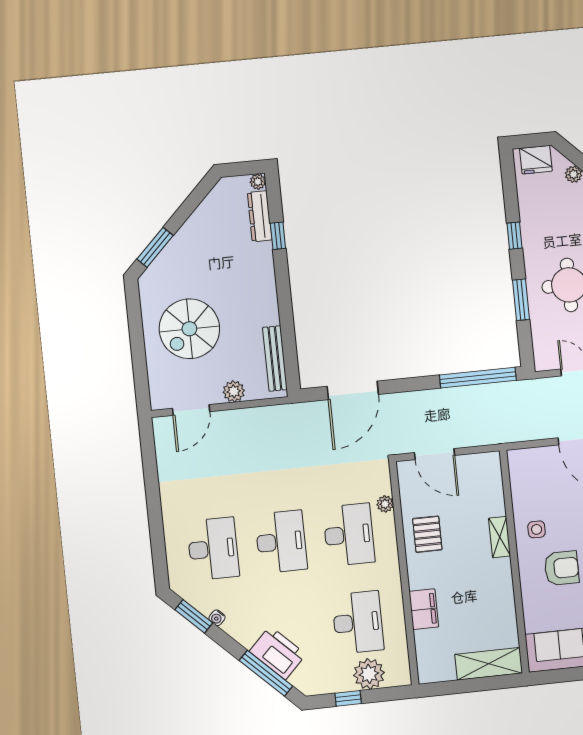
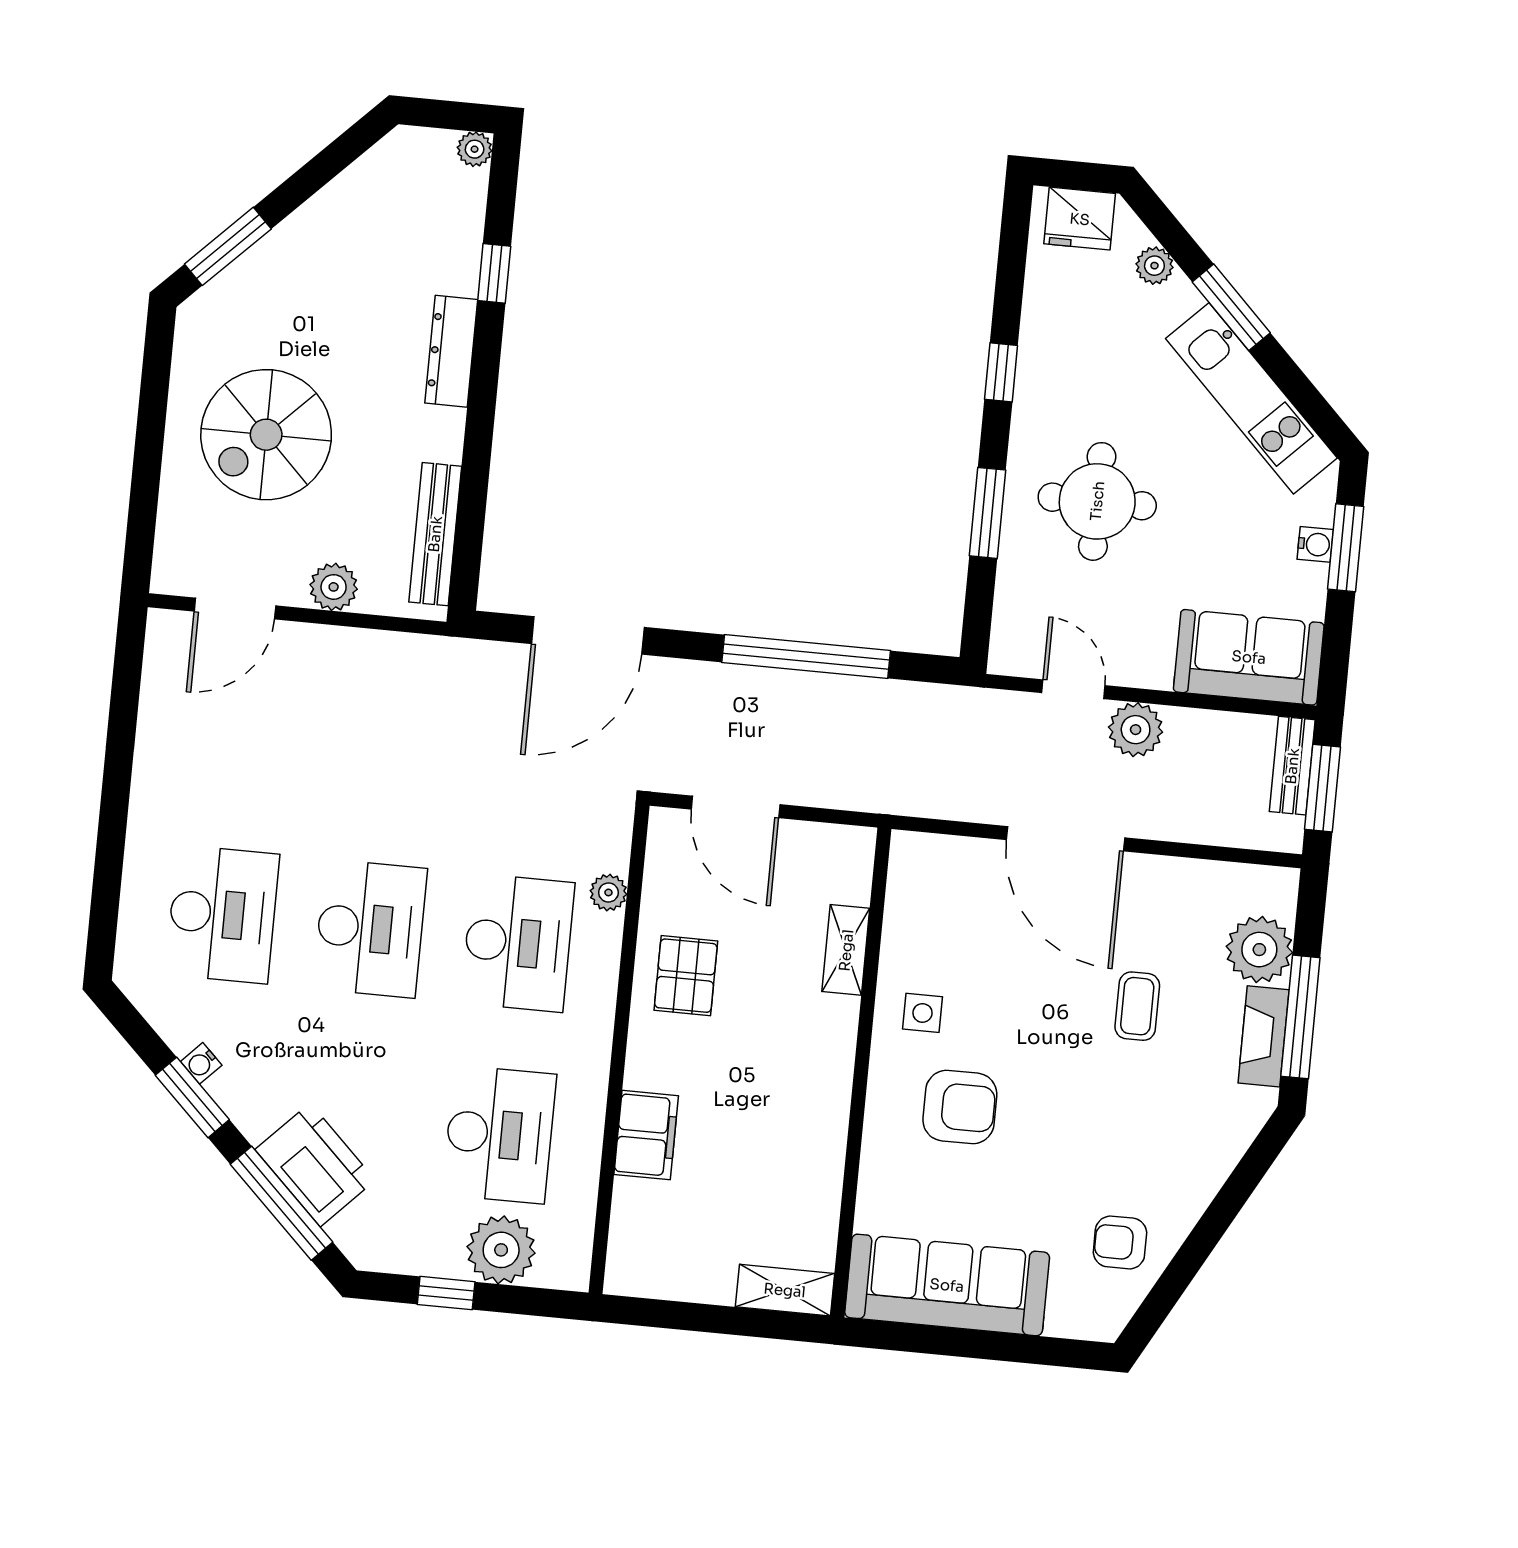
dresser: (260, 216) -> (451, 351), moved
window: (478, 378) -> (806, 656), moved
shelving: (500, 537) -> (846, 950), moved
window: (194, 616) -> (192, 1097), moved
shelving: (489, 664) -> (785, 1290), width x0.67, depth x0.75

